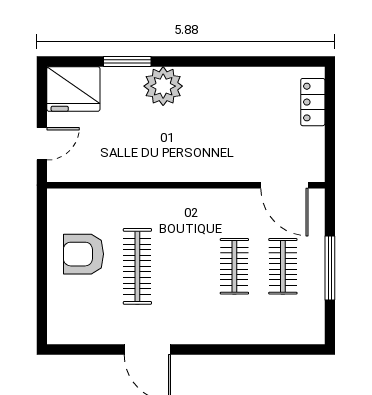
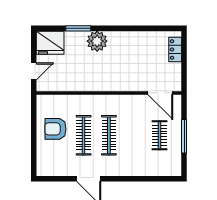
clothes rail: (234, 266) -> (109, 135), moved, width x1.36

